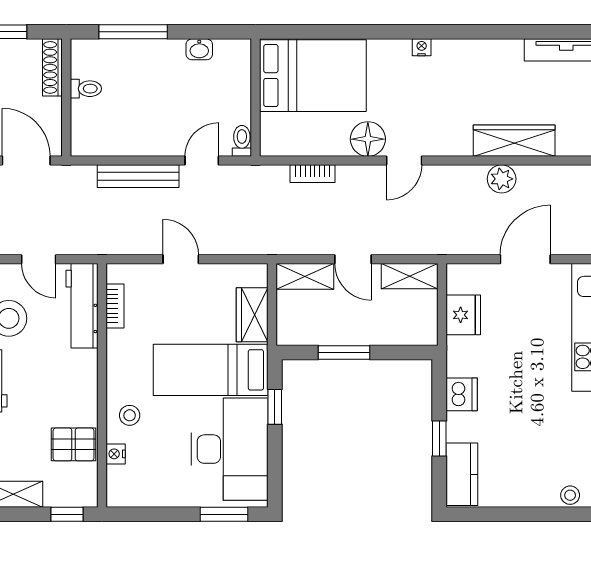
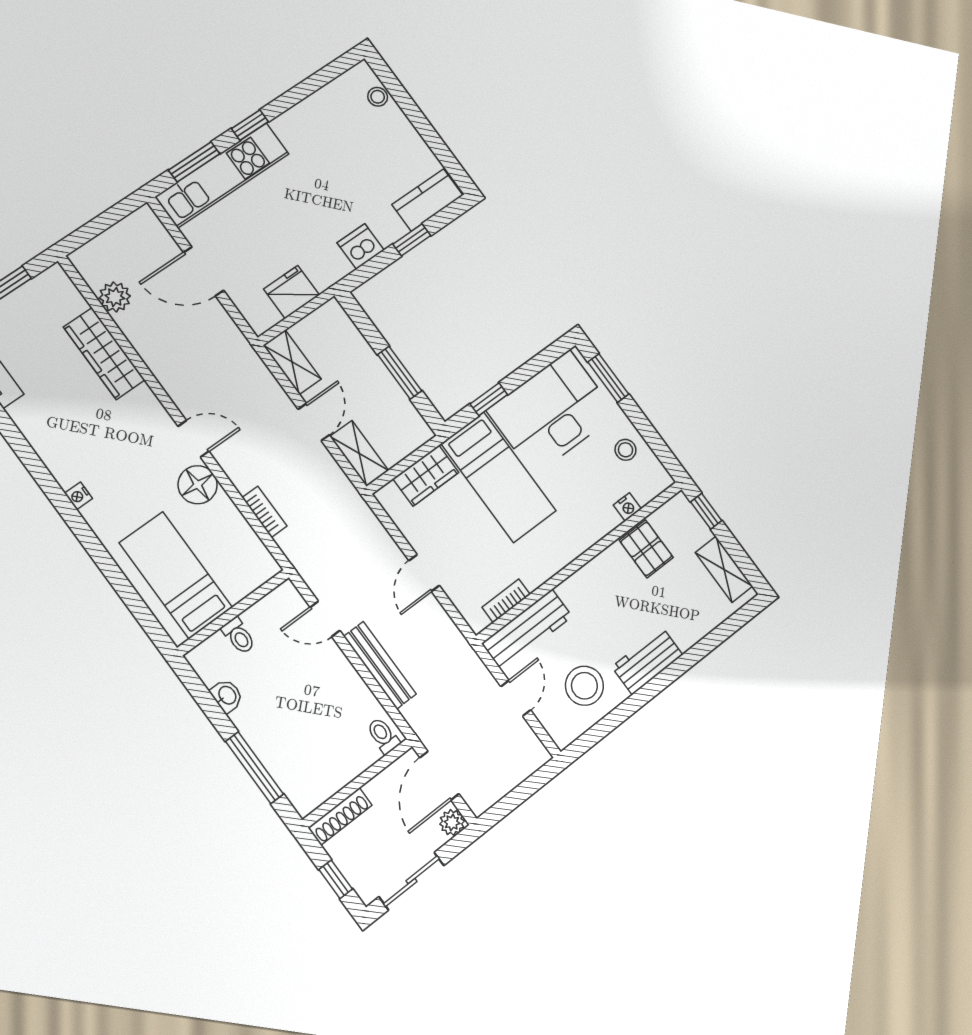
bed: (313, 76) -> (176, 575), width x0.67
toilet: (86, 89) -> (383, 736), moved
toilet: (242, 141) -> (239, 636), moved, turned -90
plant: (502, 179) -> (115, 297), moved
stool: (130, 415) -> (625, 450), moved

